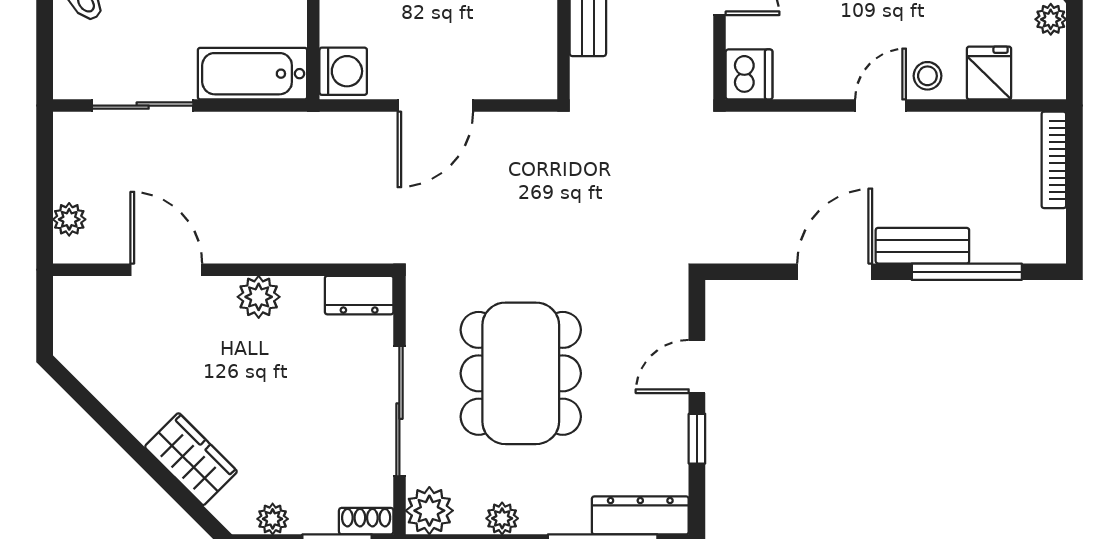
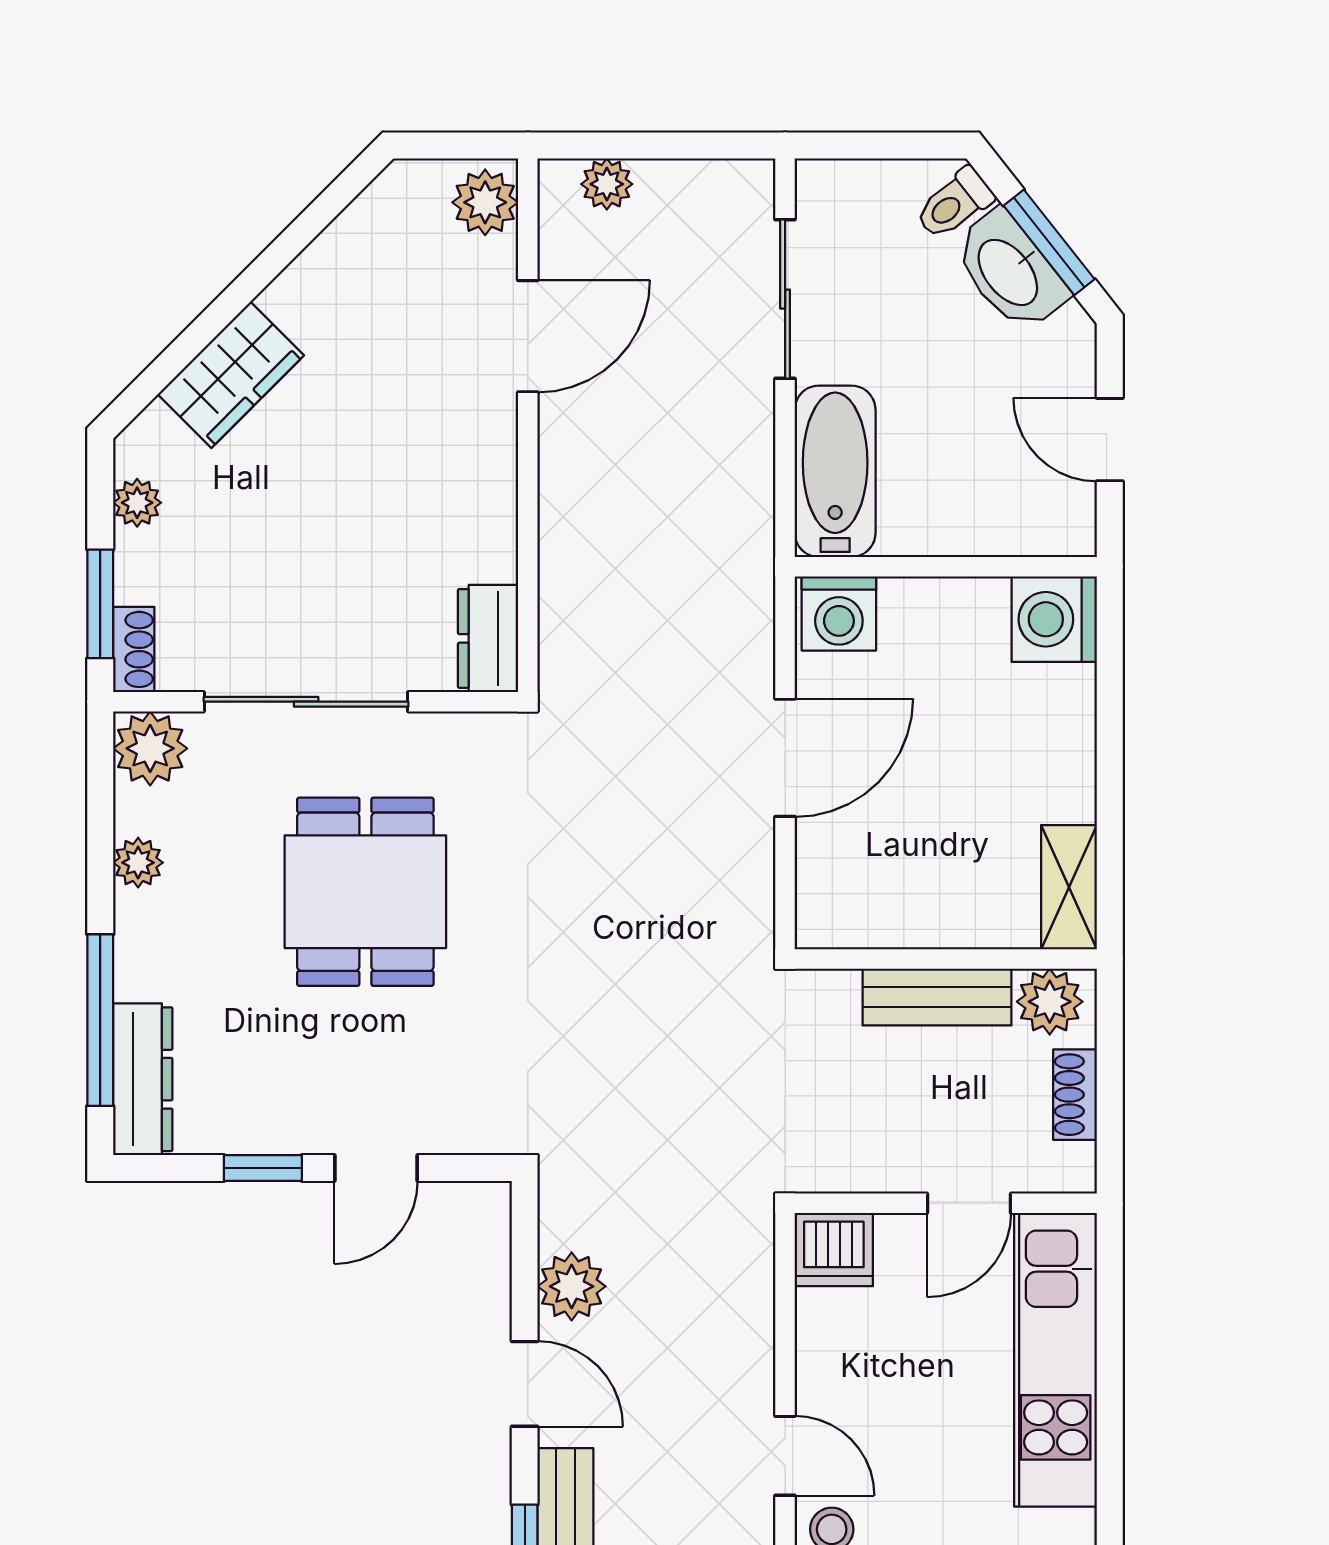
door: (435, 106) -> (785, 758), swing flipped
plant: (773, 242) -> (572, 1286), added
door: (835, 272) -> (525, 1384), width x0.73
plant: (259, 297) -> (485, 202), moved
door: (697, 367) -> (376, 1168), swing flipped
dining table: (521, 373) -> (365, 892), width x0.73

